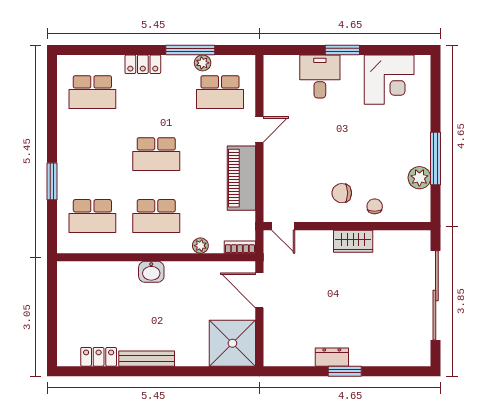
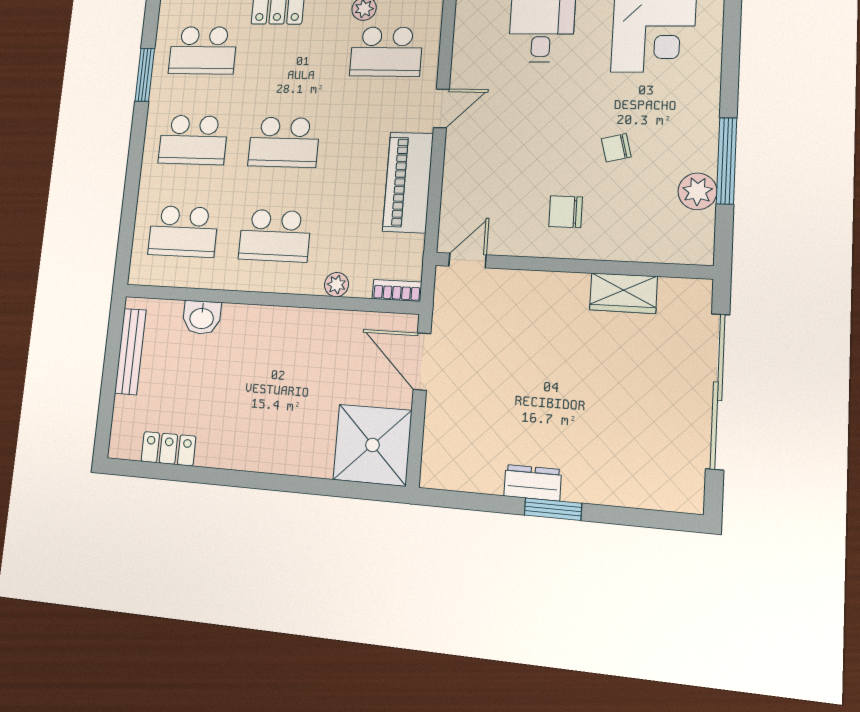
school desk: (92, 154) -> (193, 140), added
window: (52, 181) -> (145, 75), moved
chair: (375, 206) -> (616, 148), moved, turned -104
door: (283, 226) -> (467, 260), swing flipped
wardrobe: (353, 241) -> (623, 293), moved
washbasin: (151, 272) -> (202, 318), moved
bench: (147, 359) -> (130, 352), moved, turned 90

